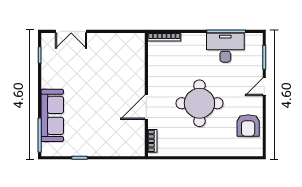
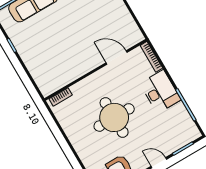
desk: (225, 48) -> (160, 92), moved
door: (146, 107) -> (117, 57), moved

